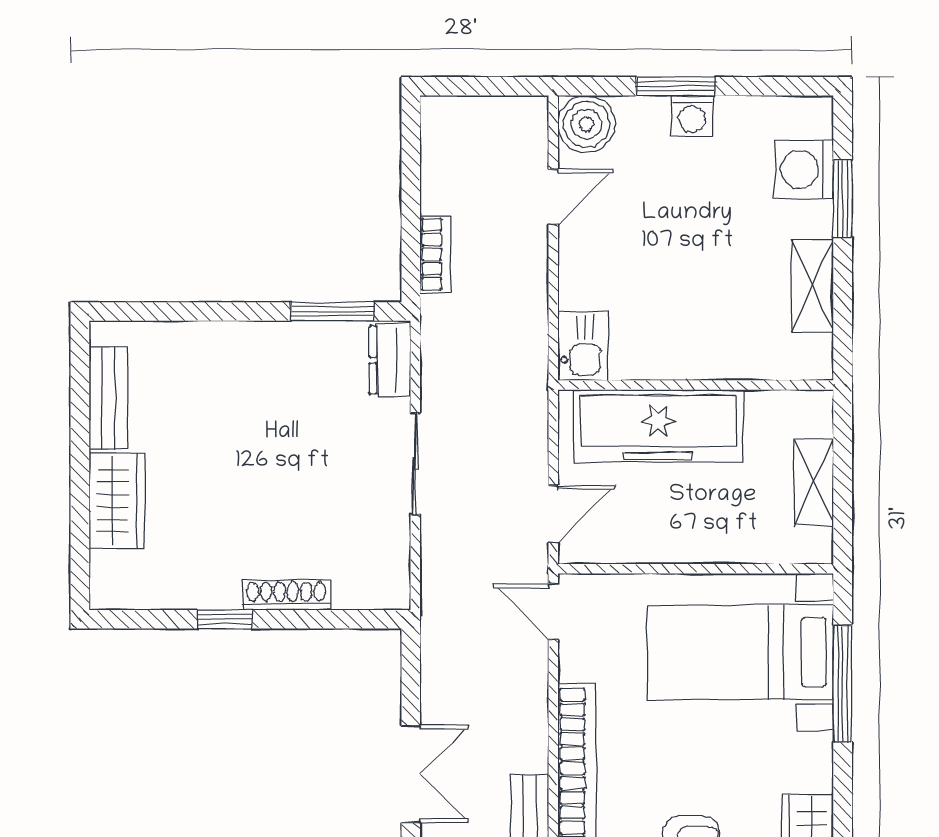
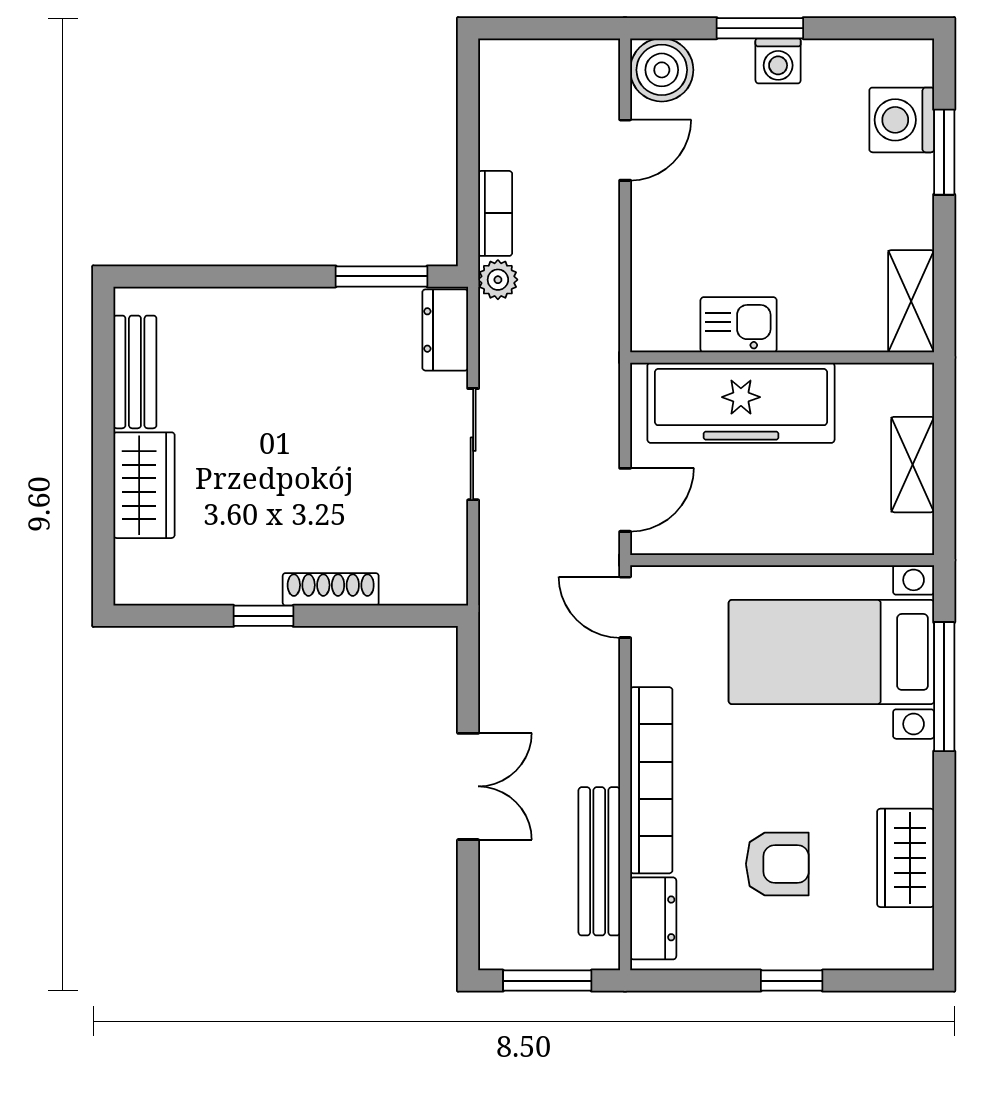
shelving: (813, 286) -> (911, 301), moved
plant: (438, 314) -> (498, 280), added
kitchen sink: (583, 346) -> (739, 325), moved, turned -90

